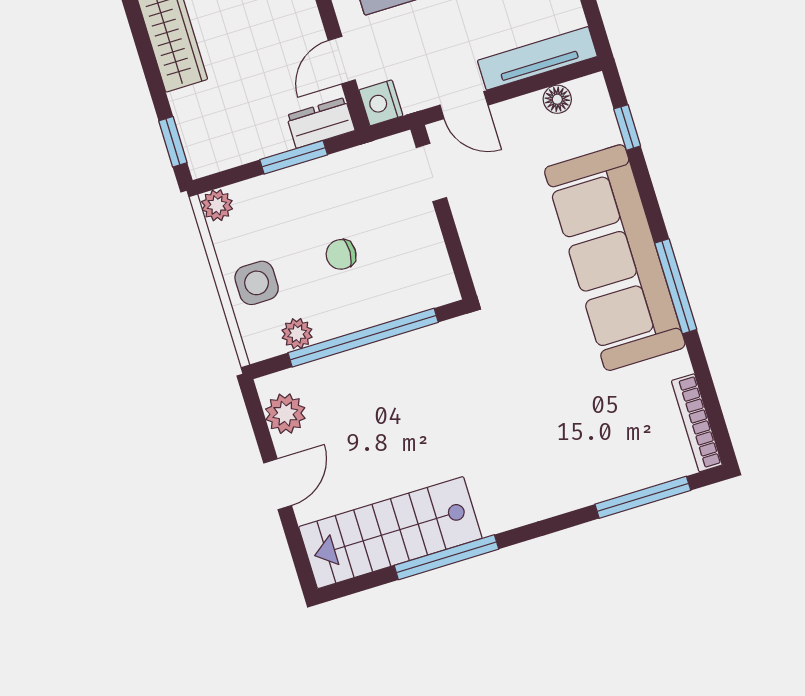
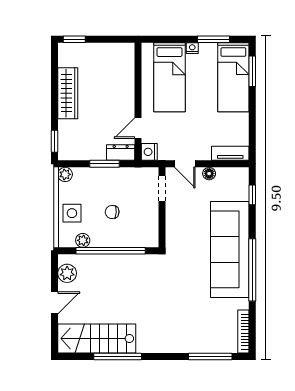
tv unit: (537, 58) -> (230, 153), width x0.71
floor lamp: (557, 99) -> (209, 174), moved
window: (676, 286) -> (252, 270), width x1.46

